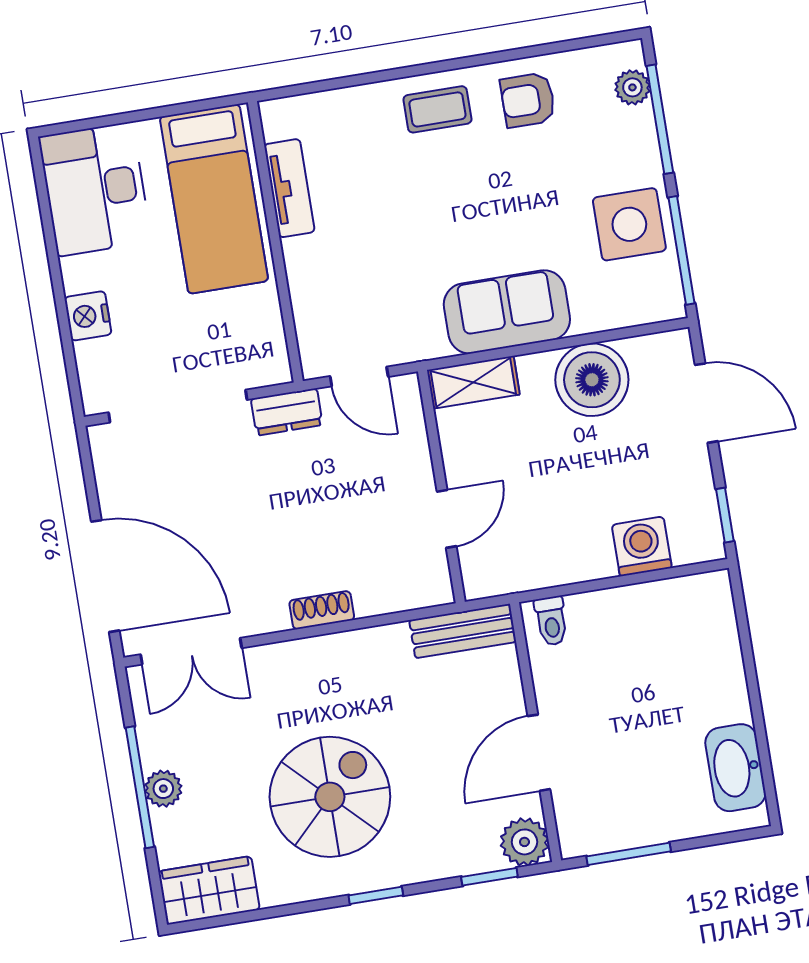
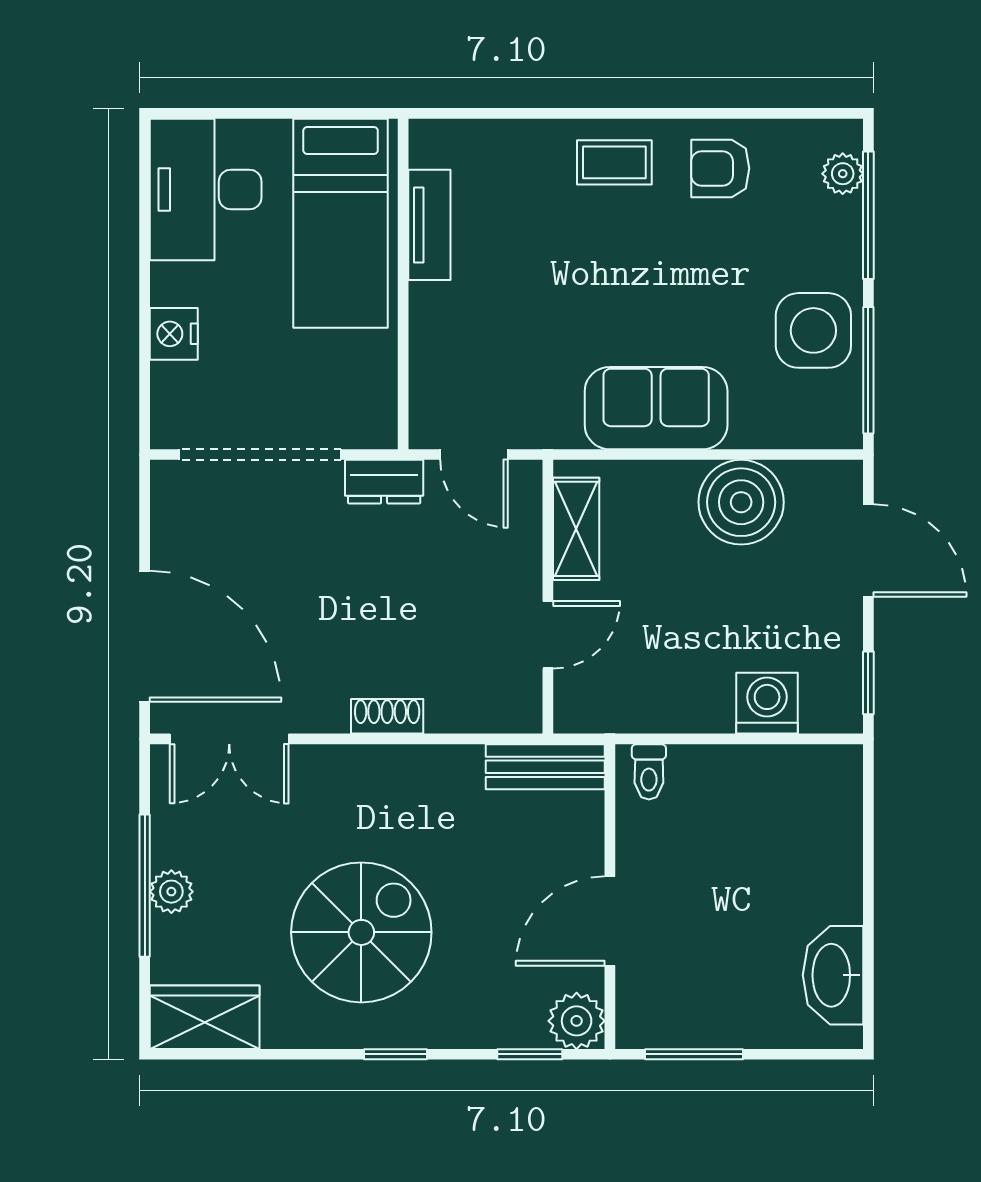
shelving: (473, 382) -> (576, 529), moved, turned 90

